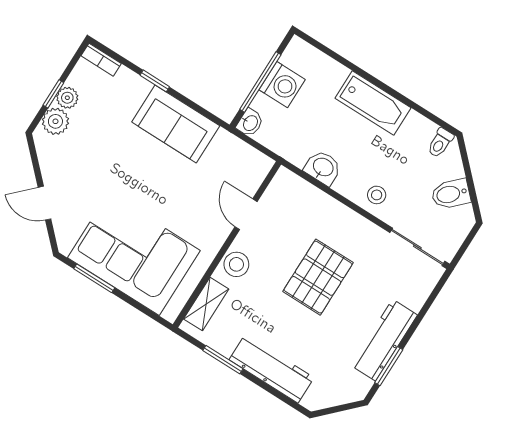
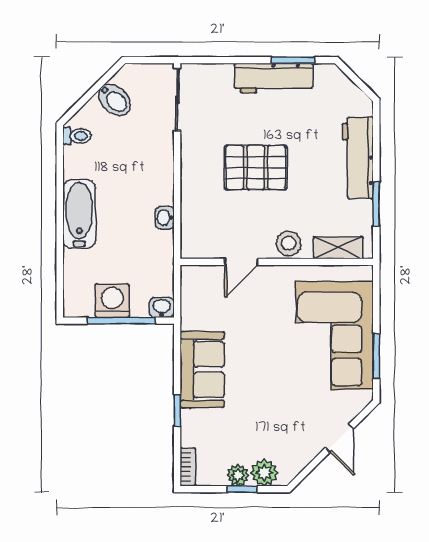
washbasin: (323, 168) -> (165, 218), width x0.72, depth x0.69
stool: (377, 195) -> (155, 162), removed

